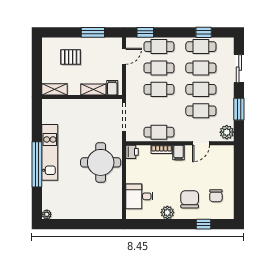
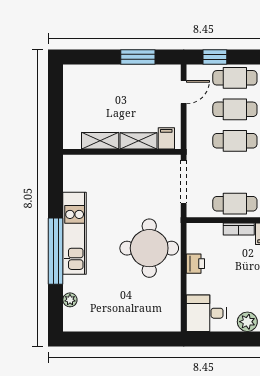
pallet: (71, 57) -> (105, 93), removed
shelving: (55, 89) -> (100, 141), moved
printer: (132, 152) -> (195, 264), moved
desk: (139, 196) -> (206, 313), moved
plant: (47, 214) -> (70, 300), moved

